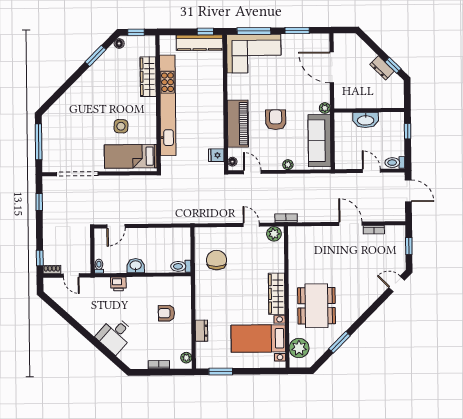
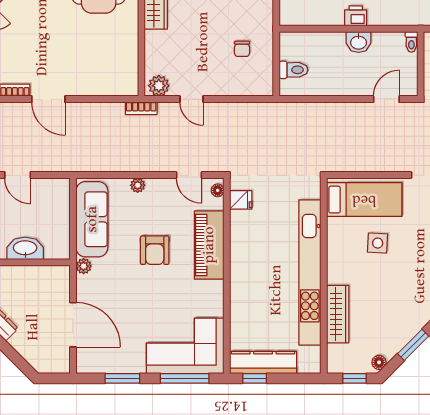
chair: (216, 260) -> (242, 49), width x0.54, depth x0.54
toilet: (181, 266) -> (293, 70), moved
printer: (118, 284) -> (356, 16), moved

